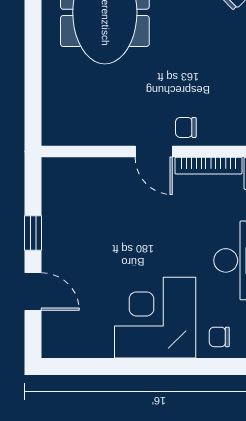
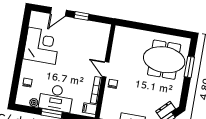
door: (154, 152) -> (106, 69), hinge flipped
corner desk: (155, 318) -> (42, 46), moved

